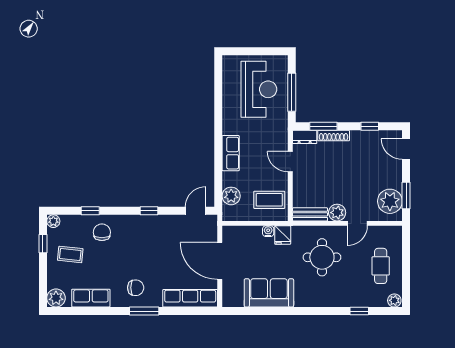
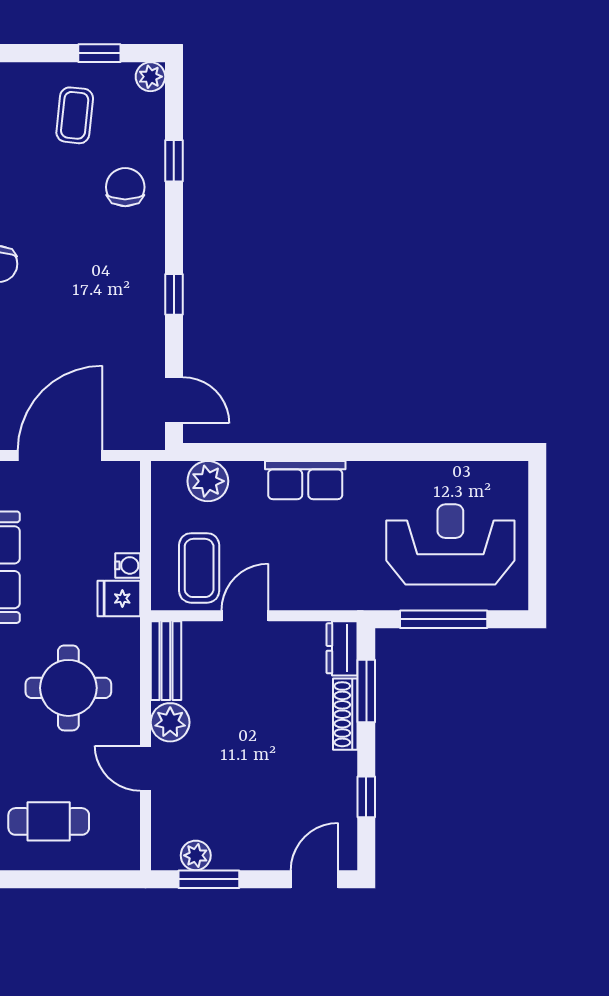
reception desk: (259, 89) -> (450, 544), turned 180
door: (290, 162) -> (245, 616), moved
plant: (390, 201) -> (196, 855), width x0.53, depth x0.53
chair: (102, 232) -> (125, 187), turned -90

